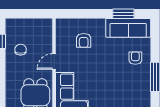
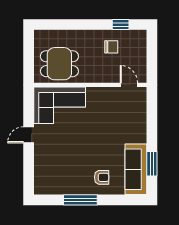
armchair: (84, 40) -> (122, 119), removed
door: (54, 61) -> (129, 85), moved

